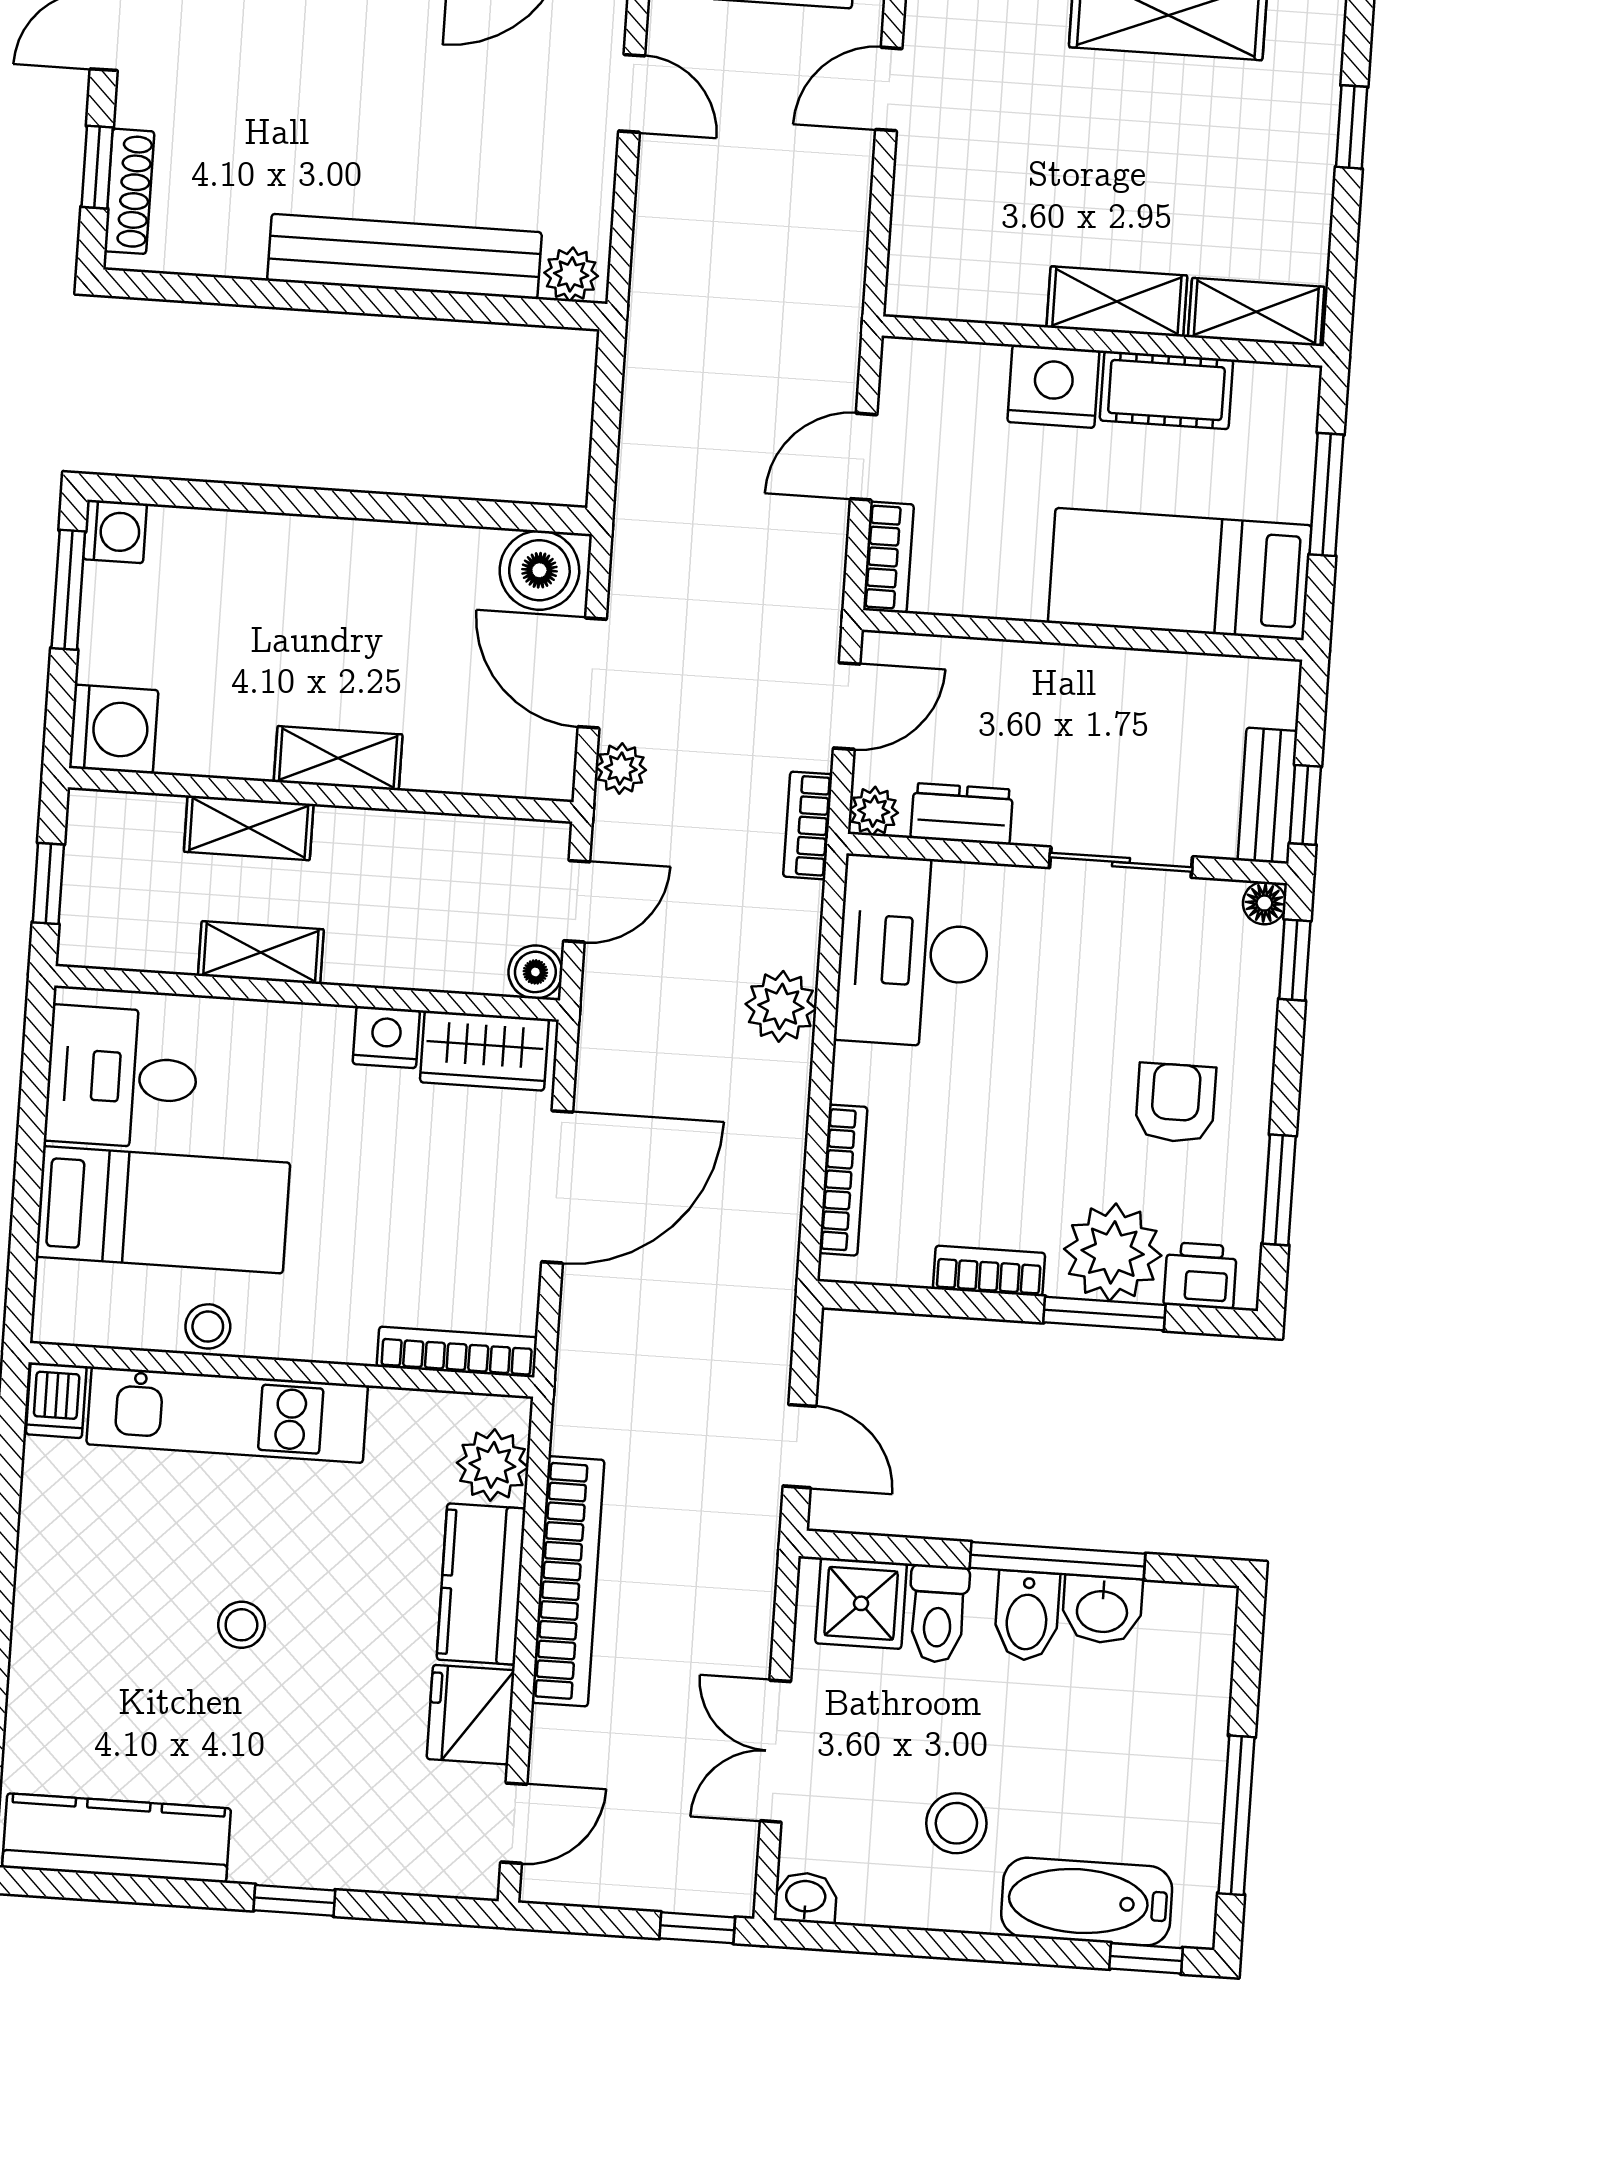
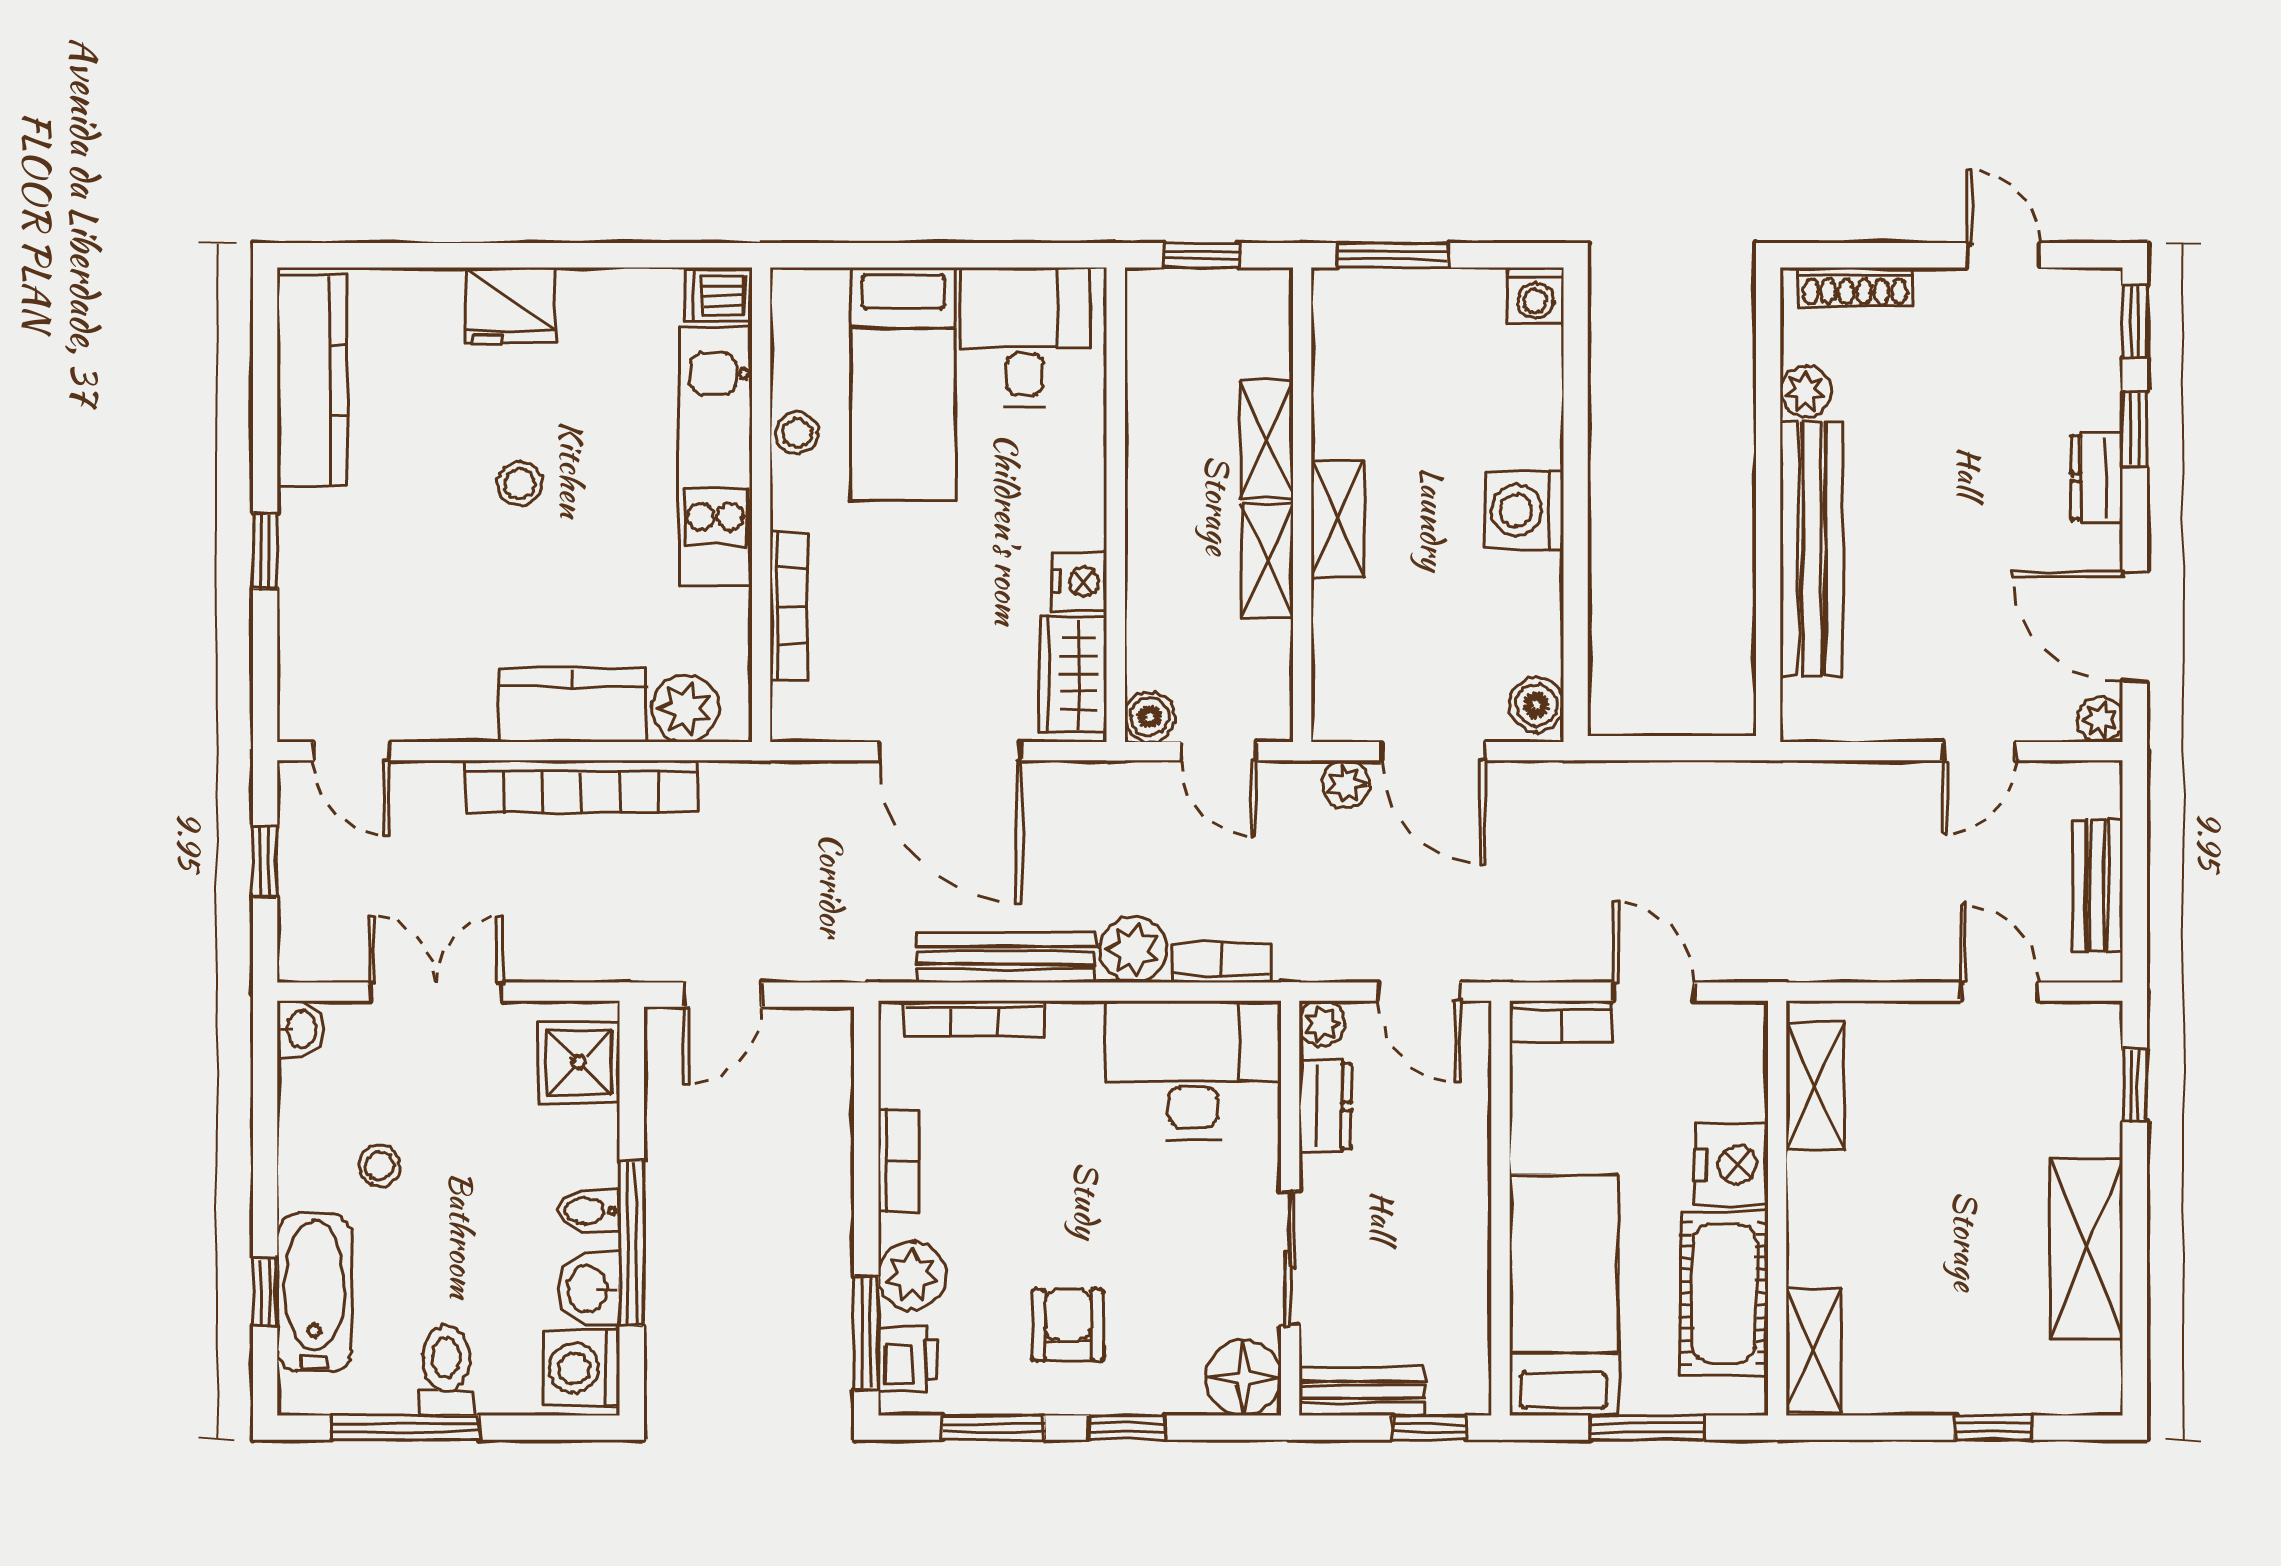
window: (97, 167) -> (1876, 255), removed
plant: (571, 274) -> (1805, 392), moved
shelving: (1117, 302) -> (1815, 1086), moved
cot: (1166, 390) -> (1724, 1293), width x1.37, depth x1.34
boiler: (539, 570) -> (1536, 705), width x0.73, depth x0.73
window: (68, 590) -> (1393, 255), moved
door: (592, 673) -> (1434, 751), swing flipped
washing machine: (114, 729) -> (1524, 510), moved, turned 90
window: (1305, 805) -> (1430, 1428), moved
bookcase: (808, 825) -> (1221, 963), moved
floor lamp: (1264, 903) -> (1243, 1378), width x1.89, depth x1.89
shelving: (261, 953) -> (1267, 561), moved
window: (1295, 960) -> (1127, 1428), moved
armchair: (1175, 1103) -> (1068, 1325), turned -90
bench: (781, 1142) -> (1006, 958), added
plant: (1113, 1252) -> (912, 1276), width x0.73, depth x0.73
window: (1104, 1314) -> (866, 1333), moved
bookcase: (457, 1352) -> (789, 606), moved
toilet: (938, 1614) -> (446, 1370), moved, turned 90
bidet: (1027, 1616) -> (589, 1211), width x0.72, depth x0.74
washing machine: (1186, 1623) -> (581, 1368), added
fridge: (471, 1715) -> (510, 306), moved, turned 180
stool: (956, 1823) -> (380, 1166), width x0.73, depth x0.73
window: (697, 1928) -> (265, 862), moved
window: (1146, 1958) -> (265, 1292), moved

